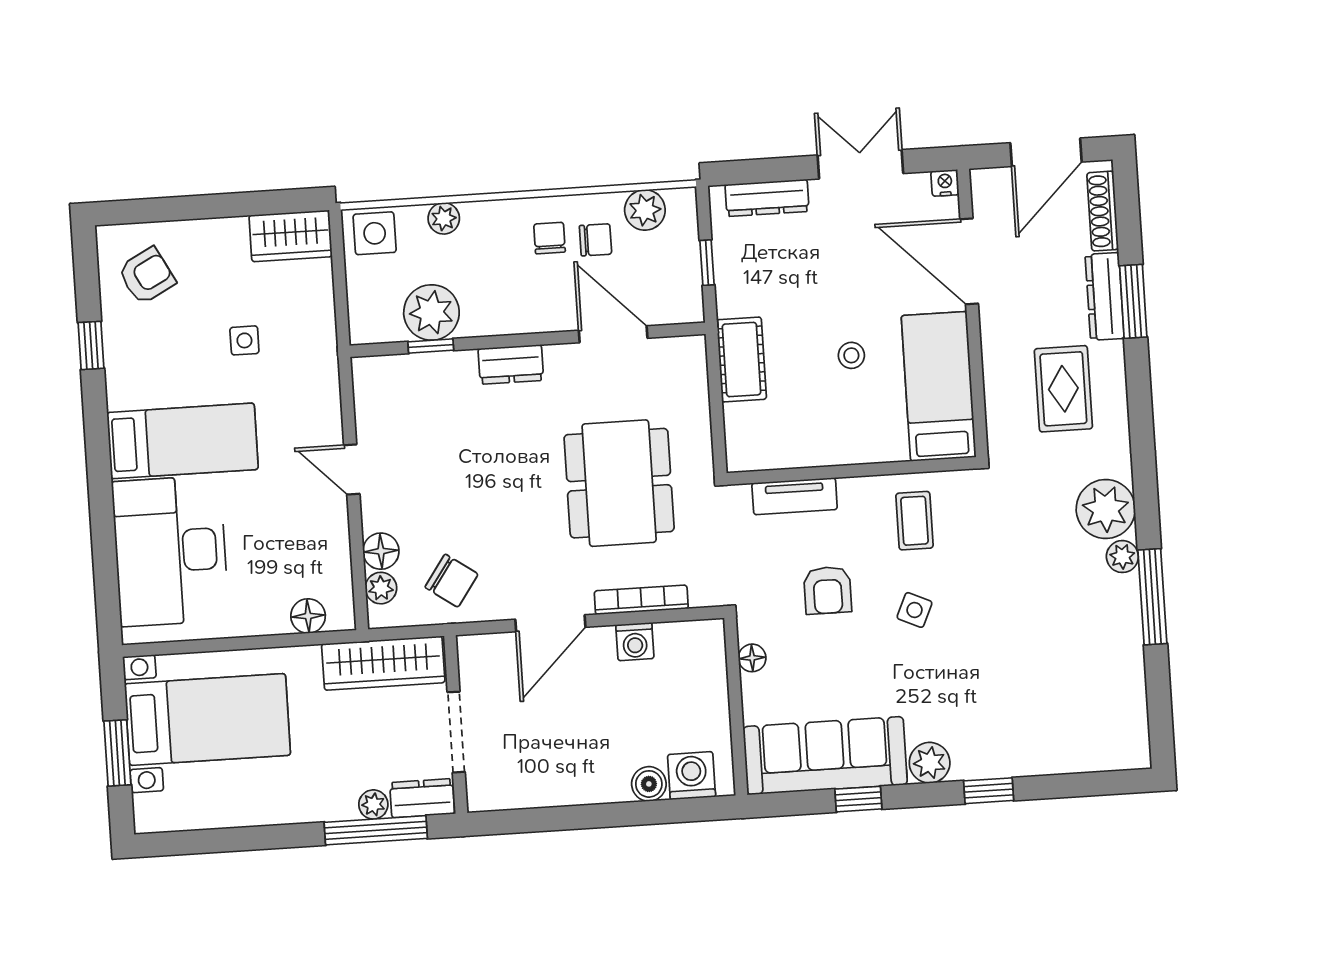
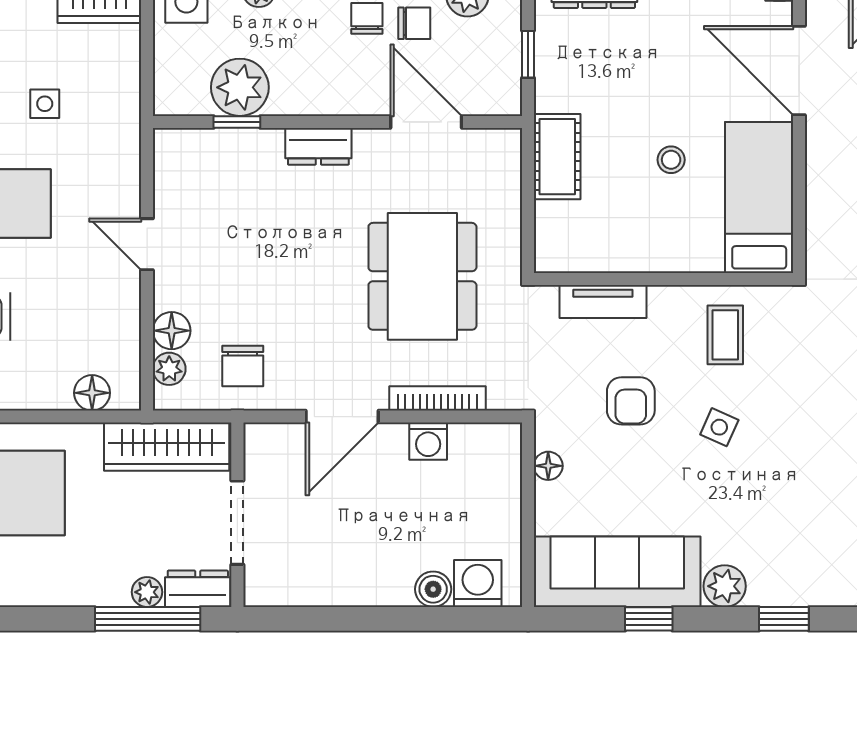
chair: (452, 581) -> (243, 366), turned 55

